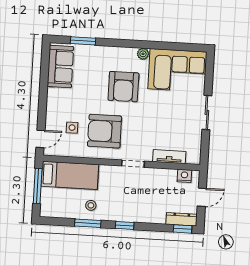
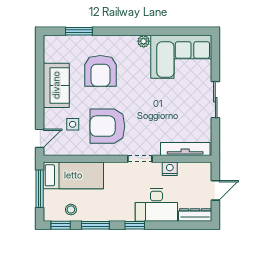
sofa: (60, 67) -> (56, 85), moved
armchair: (123, 87) -> (100, 71), moved
tv unit: (169, 157) -> (185, 149), width x1.41
nightstand: (184, 176) -> (170, 169), moved
stool: (91, 205) -> (71, 210), moved
desk: (146, 208) -> (156, 205), added
window: (183, 229) -> (61, 225), moved

